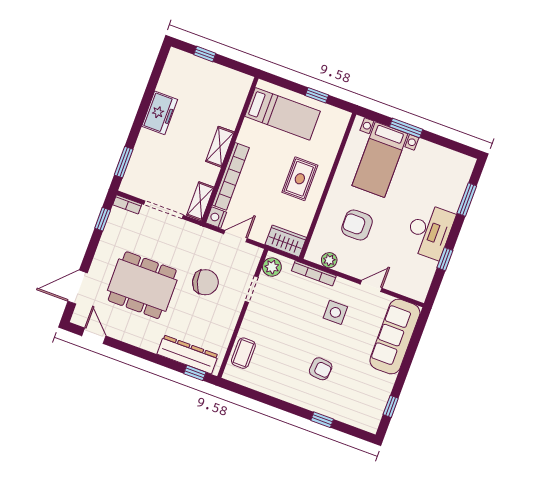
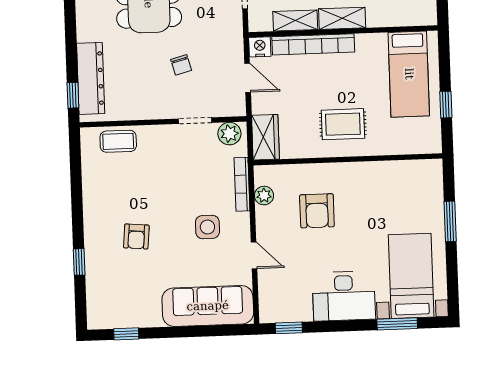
bed with nightstands: (380, 160) -> (411, 276), moved, turned 90
shelving: (200, 201) -> (295, 20), moved
armchair: (357, 225) -> (317, 211), turned 180
window: (445, 259) -> (289, 328), moved
chair: (205, 282) -> (181, 65), width x0.54, depth x0.54

